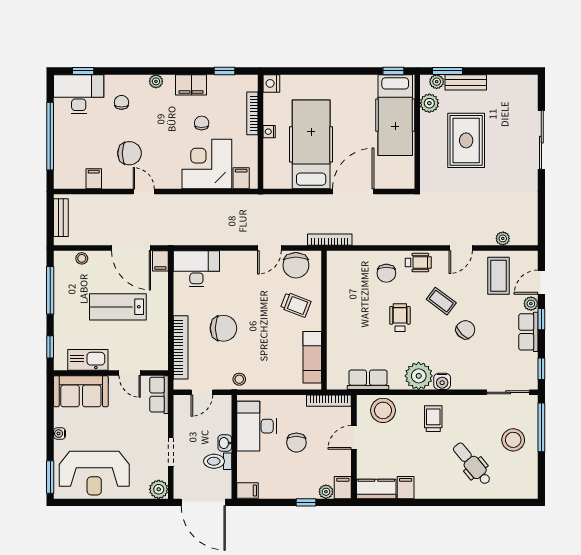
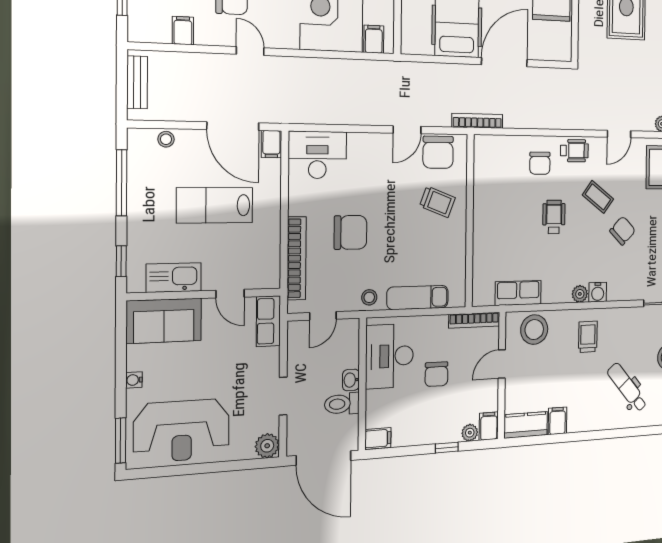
exam couch: (312, 357) -> (418, 297), moved, turned 90
plant: (419, 376) -> (580, 294), width x0.53, depth x0.53

